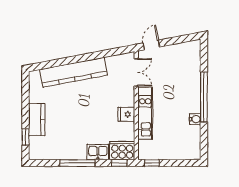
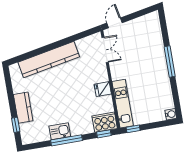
window: (204, 97) -> (170, 61), width x0.68
kitchen unit: (145, 113) -> (123, 104), moved
water cooler: (195, 119) -> (171, 114), moved
kitchen sink: (98, 152) -> (60, 131), moved

